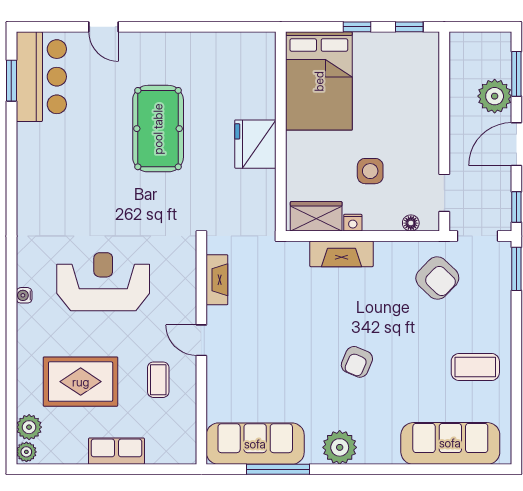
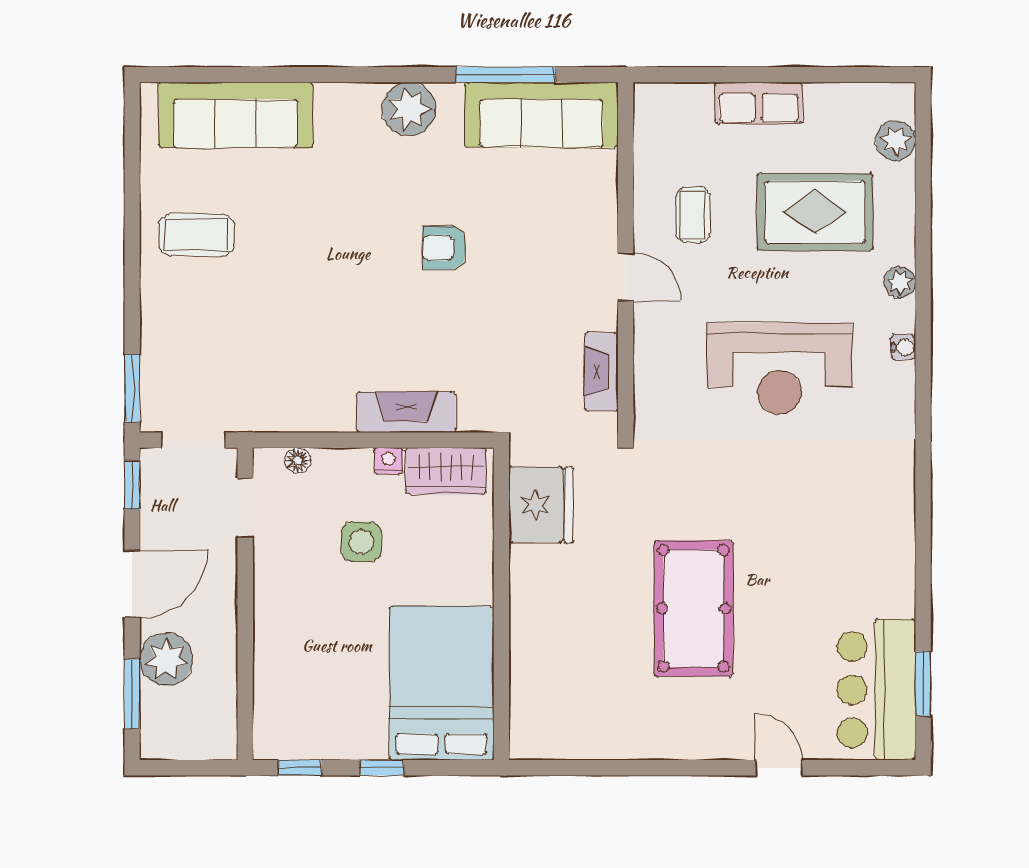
fridge: (255, 144) -> (541, 505), moved
armchair: (437, 278) -> (256, 374), removed
armchair: (357, 362) -> (444, 248), moved, turned -113
plant: (26, 452) -> (900, 282), moved

